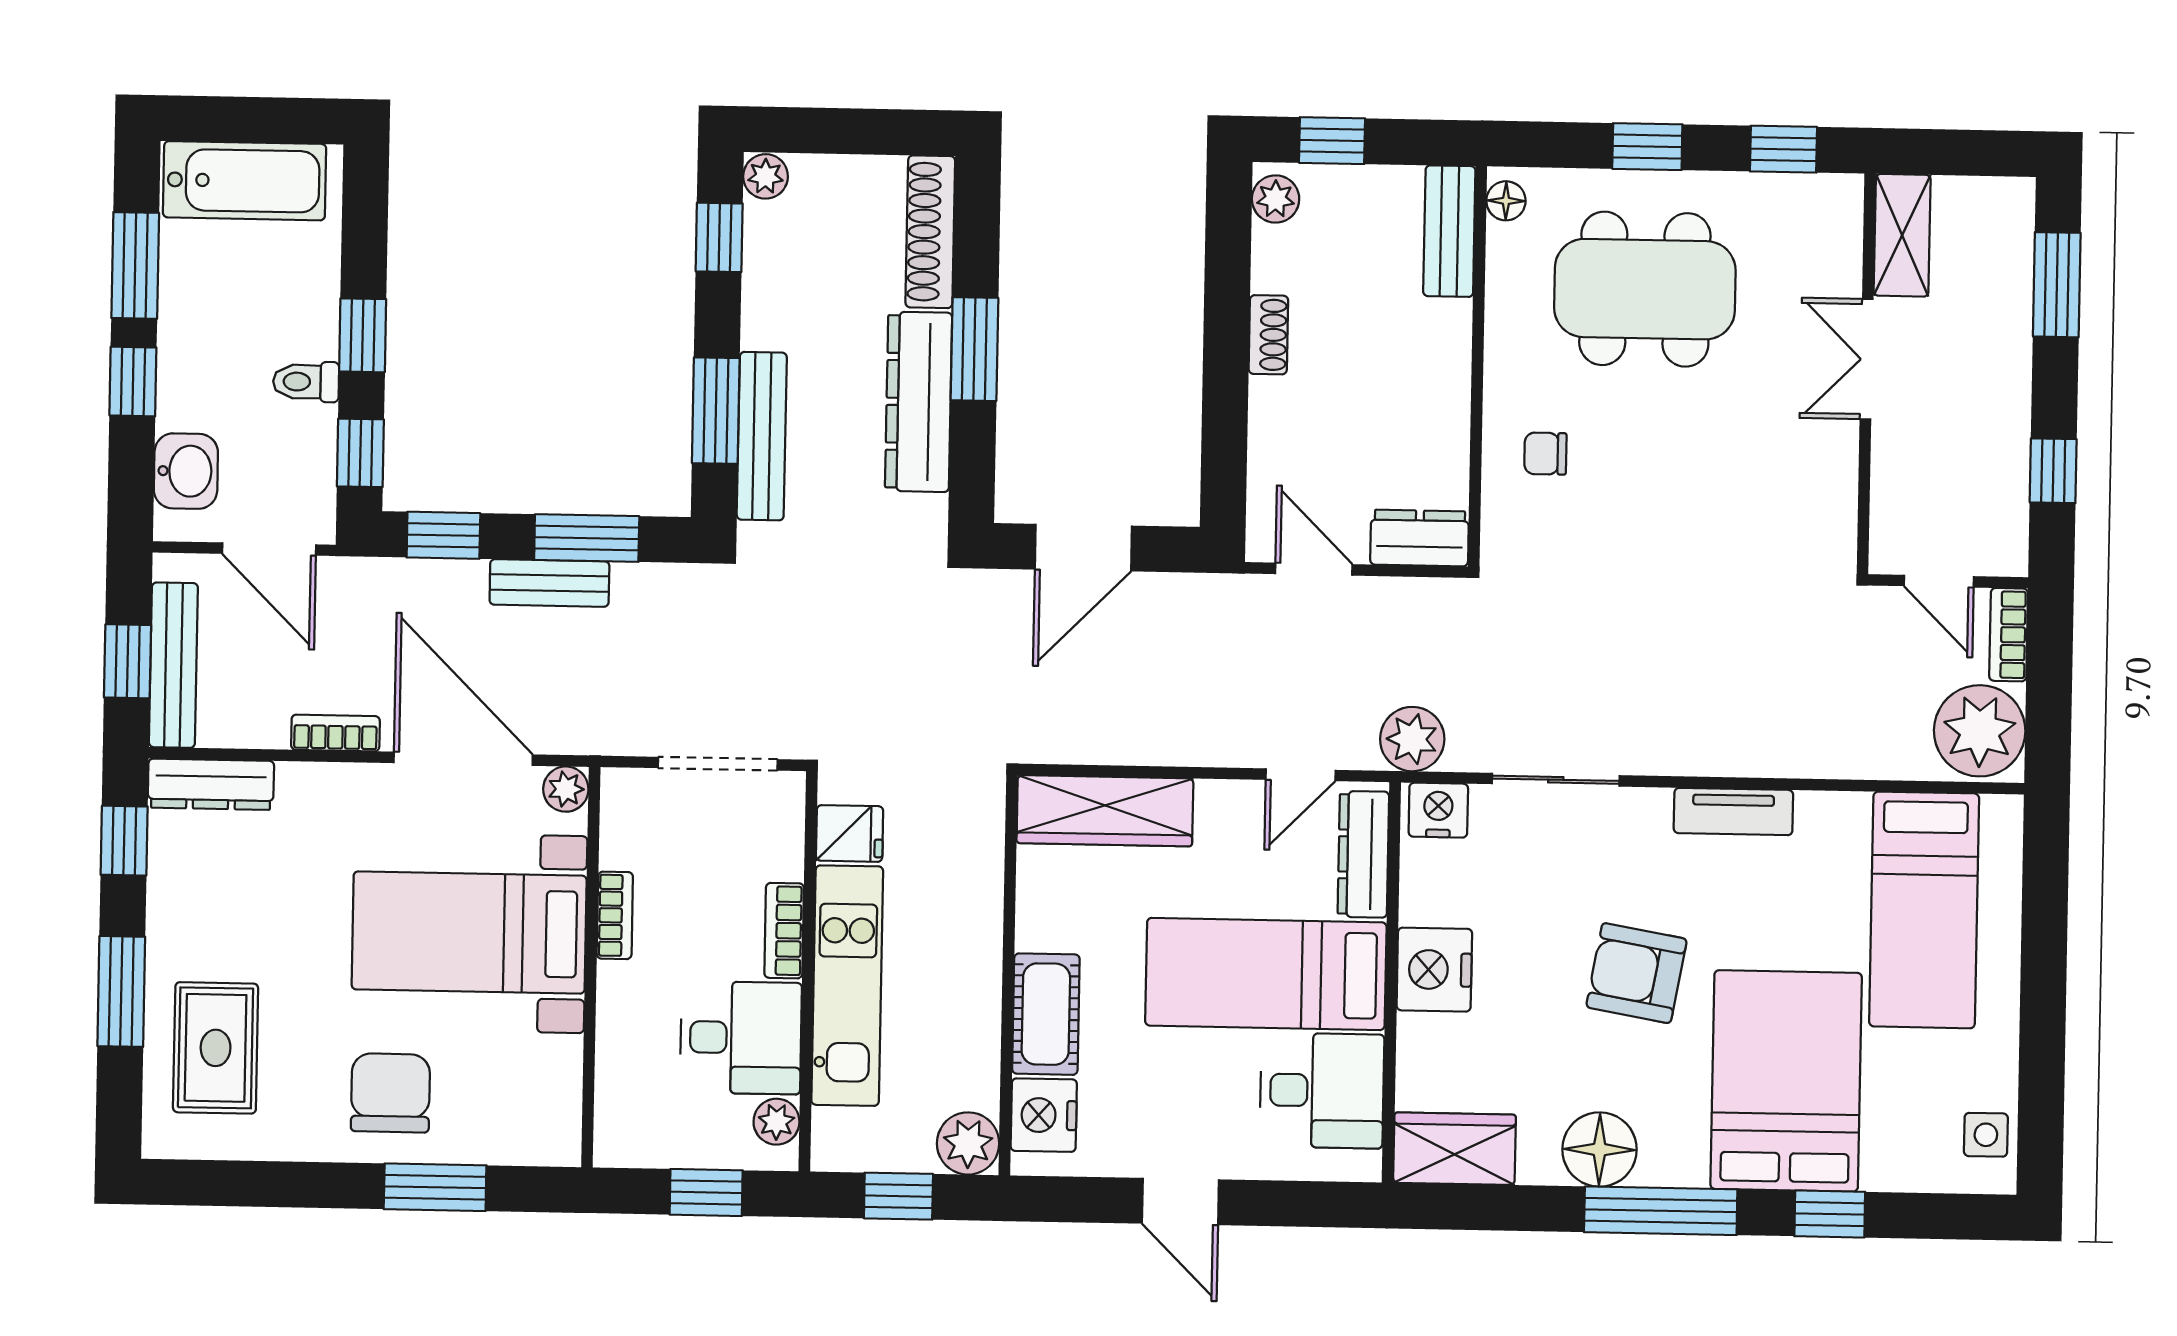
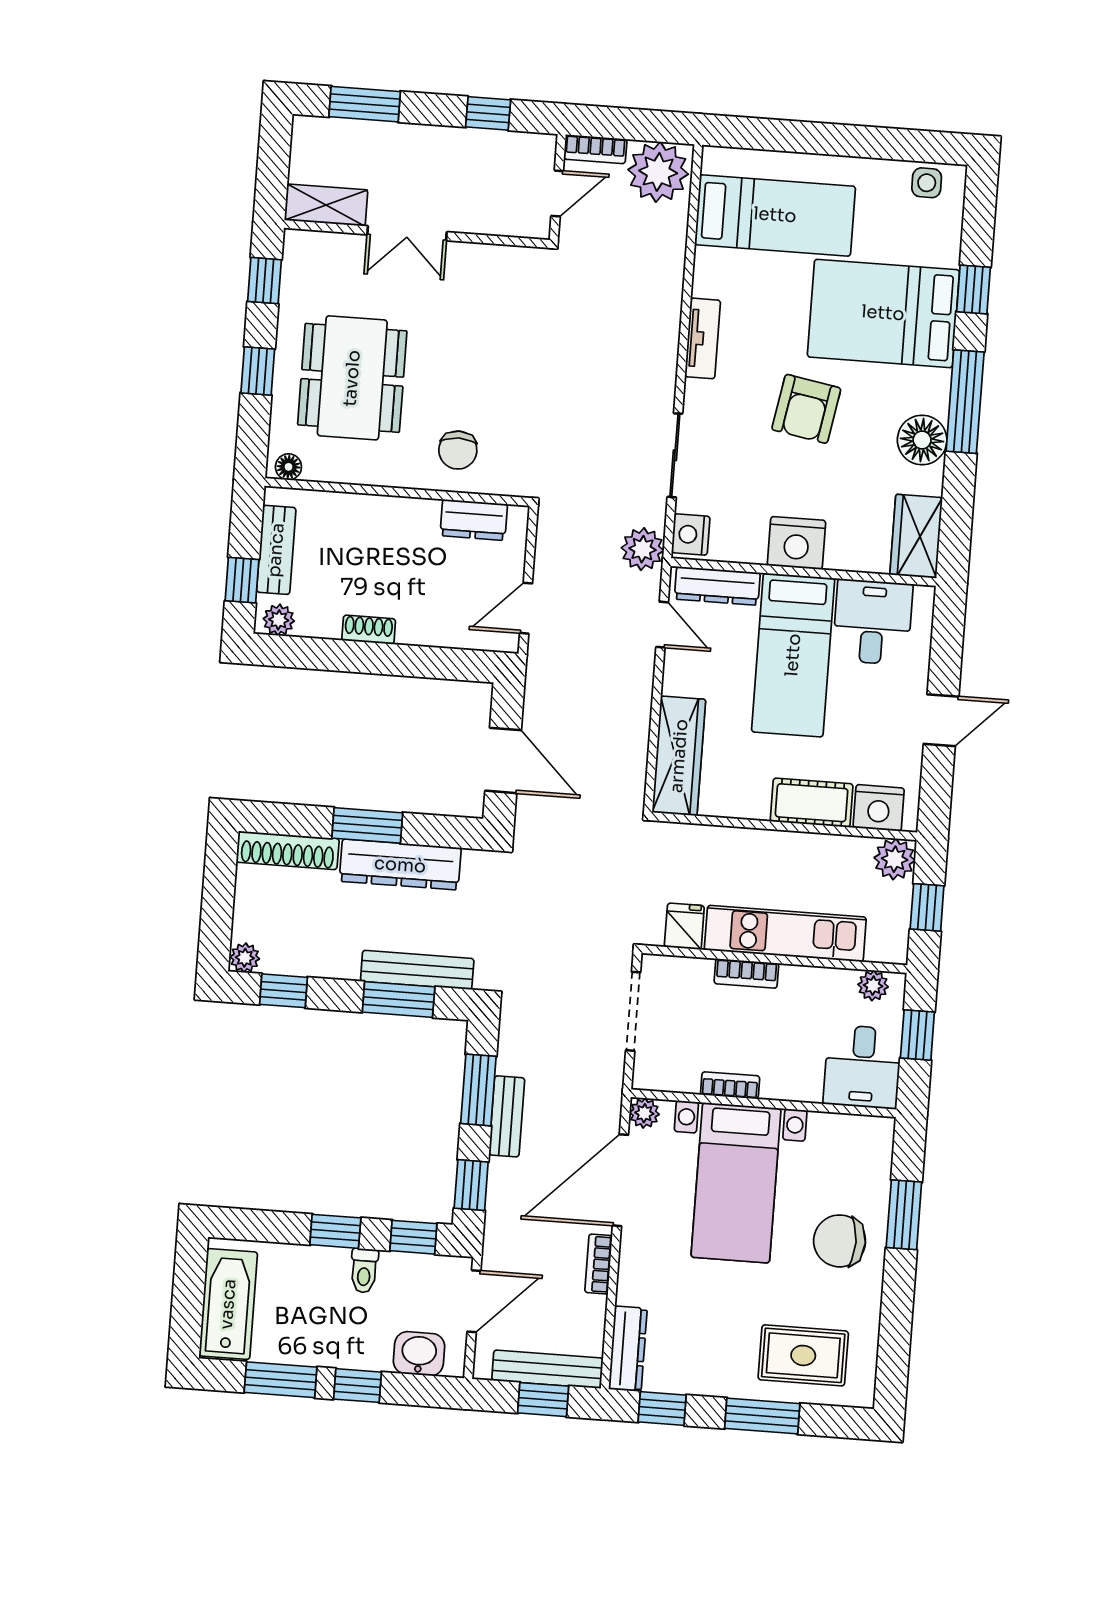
bench: (1449, 231) -> (276, 550), moved, turned 90
chair: (1545, 454) -> (458, 450), width x1.37, depth x1.37
dresser: (1420, 538) -> (474, 520), moved, turned -90
desk: (741, 1038) -> (863, 1067), moved, turned 180

